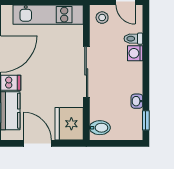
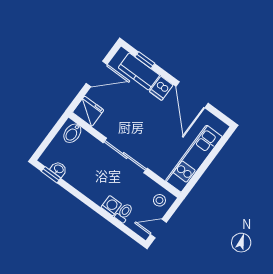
washbasin: (137, 101) -> (59, 169), moved
fridge: (69, 124) -> (88, 111), width x0.73, depth x0.75

